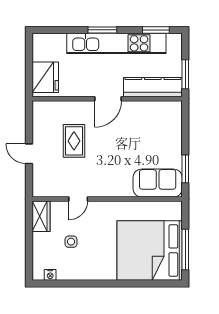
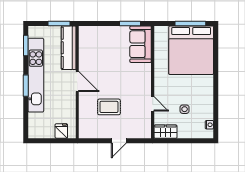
fridge: (45, 77) -> (61, 131), width x0.53, depth x0.75

